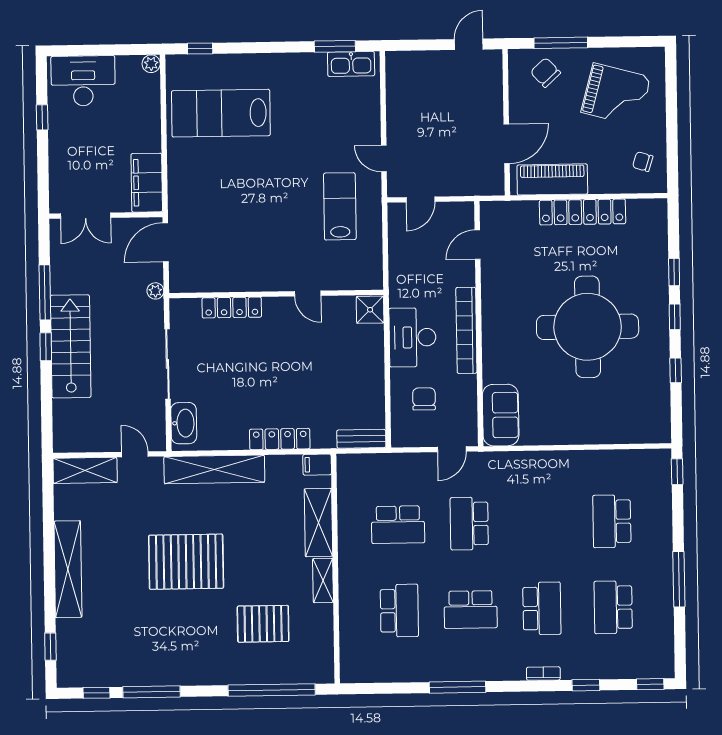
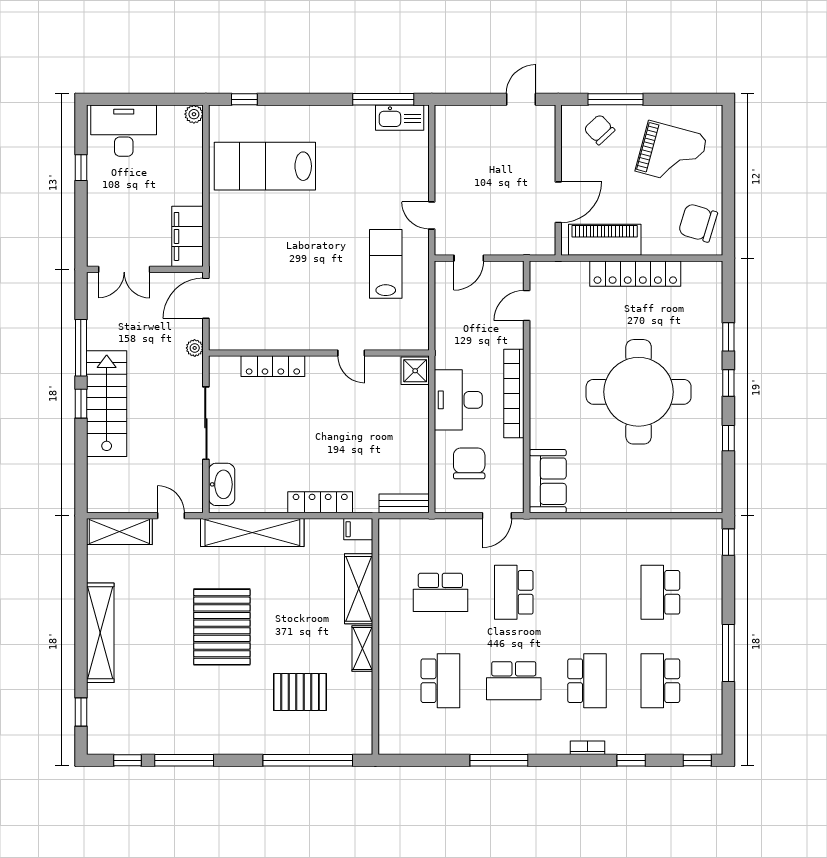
window: (335, 46) -> (383, 99), width x1.44
chair: (643, 162) -> (698, 223), width x1.87, depth x1.87
chair: (424, 399) -> (469, 463), width x1.37, depth x1.37
pallet: (186, 562) -> (222, 627), turned 90

